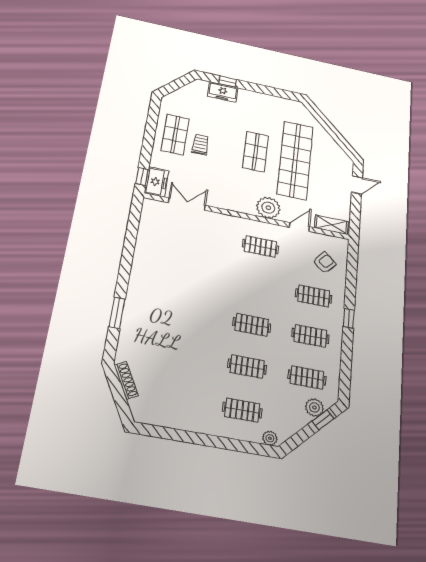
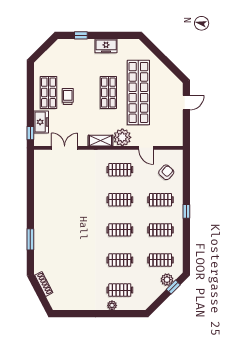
freezer: (223, 92) -> (106, 46), moved
freezer: (157, 182) -> (41, 122), moved
shelving: (331, 225) -> (100, 141), moved
door: (299, 227) -> (146, 148), swing flipped
clothes rail: (256, 285) -> (120, 200), added
plant: (270, 438) -> (112, 305), moved

